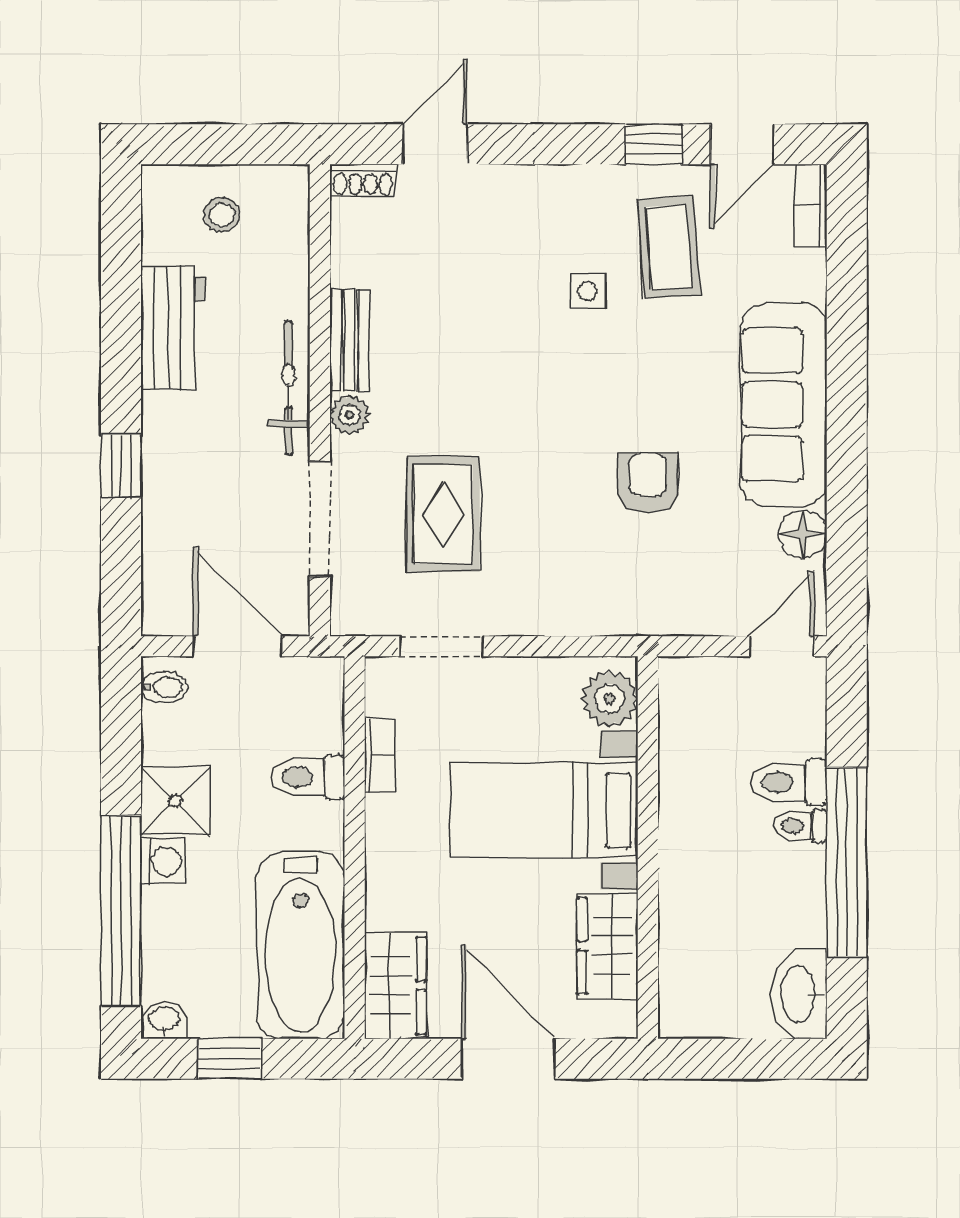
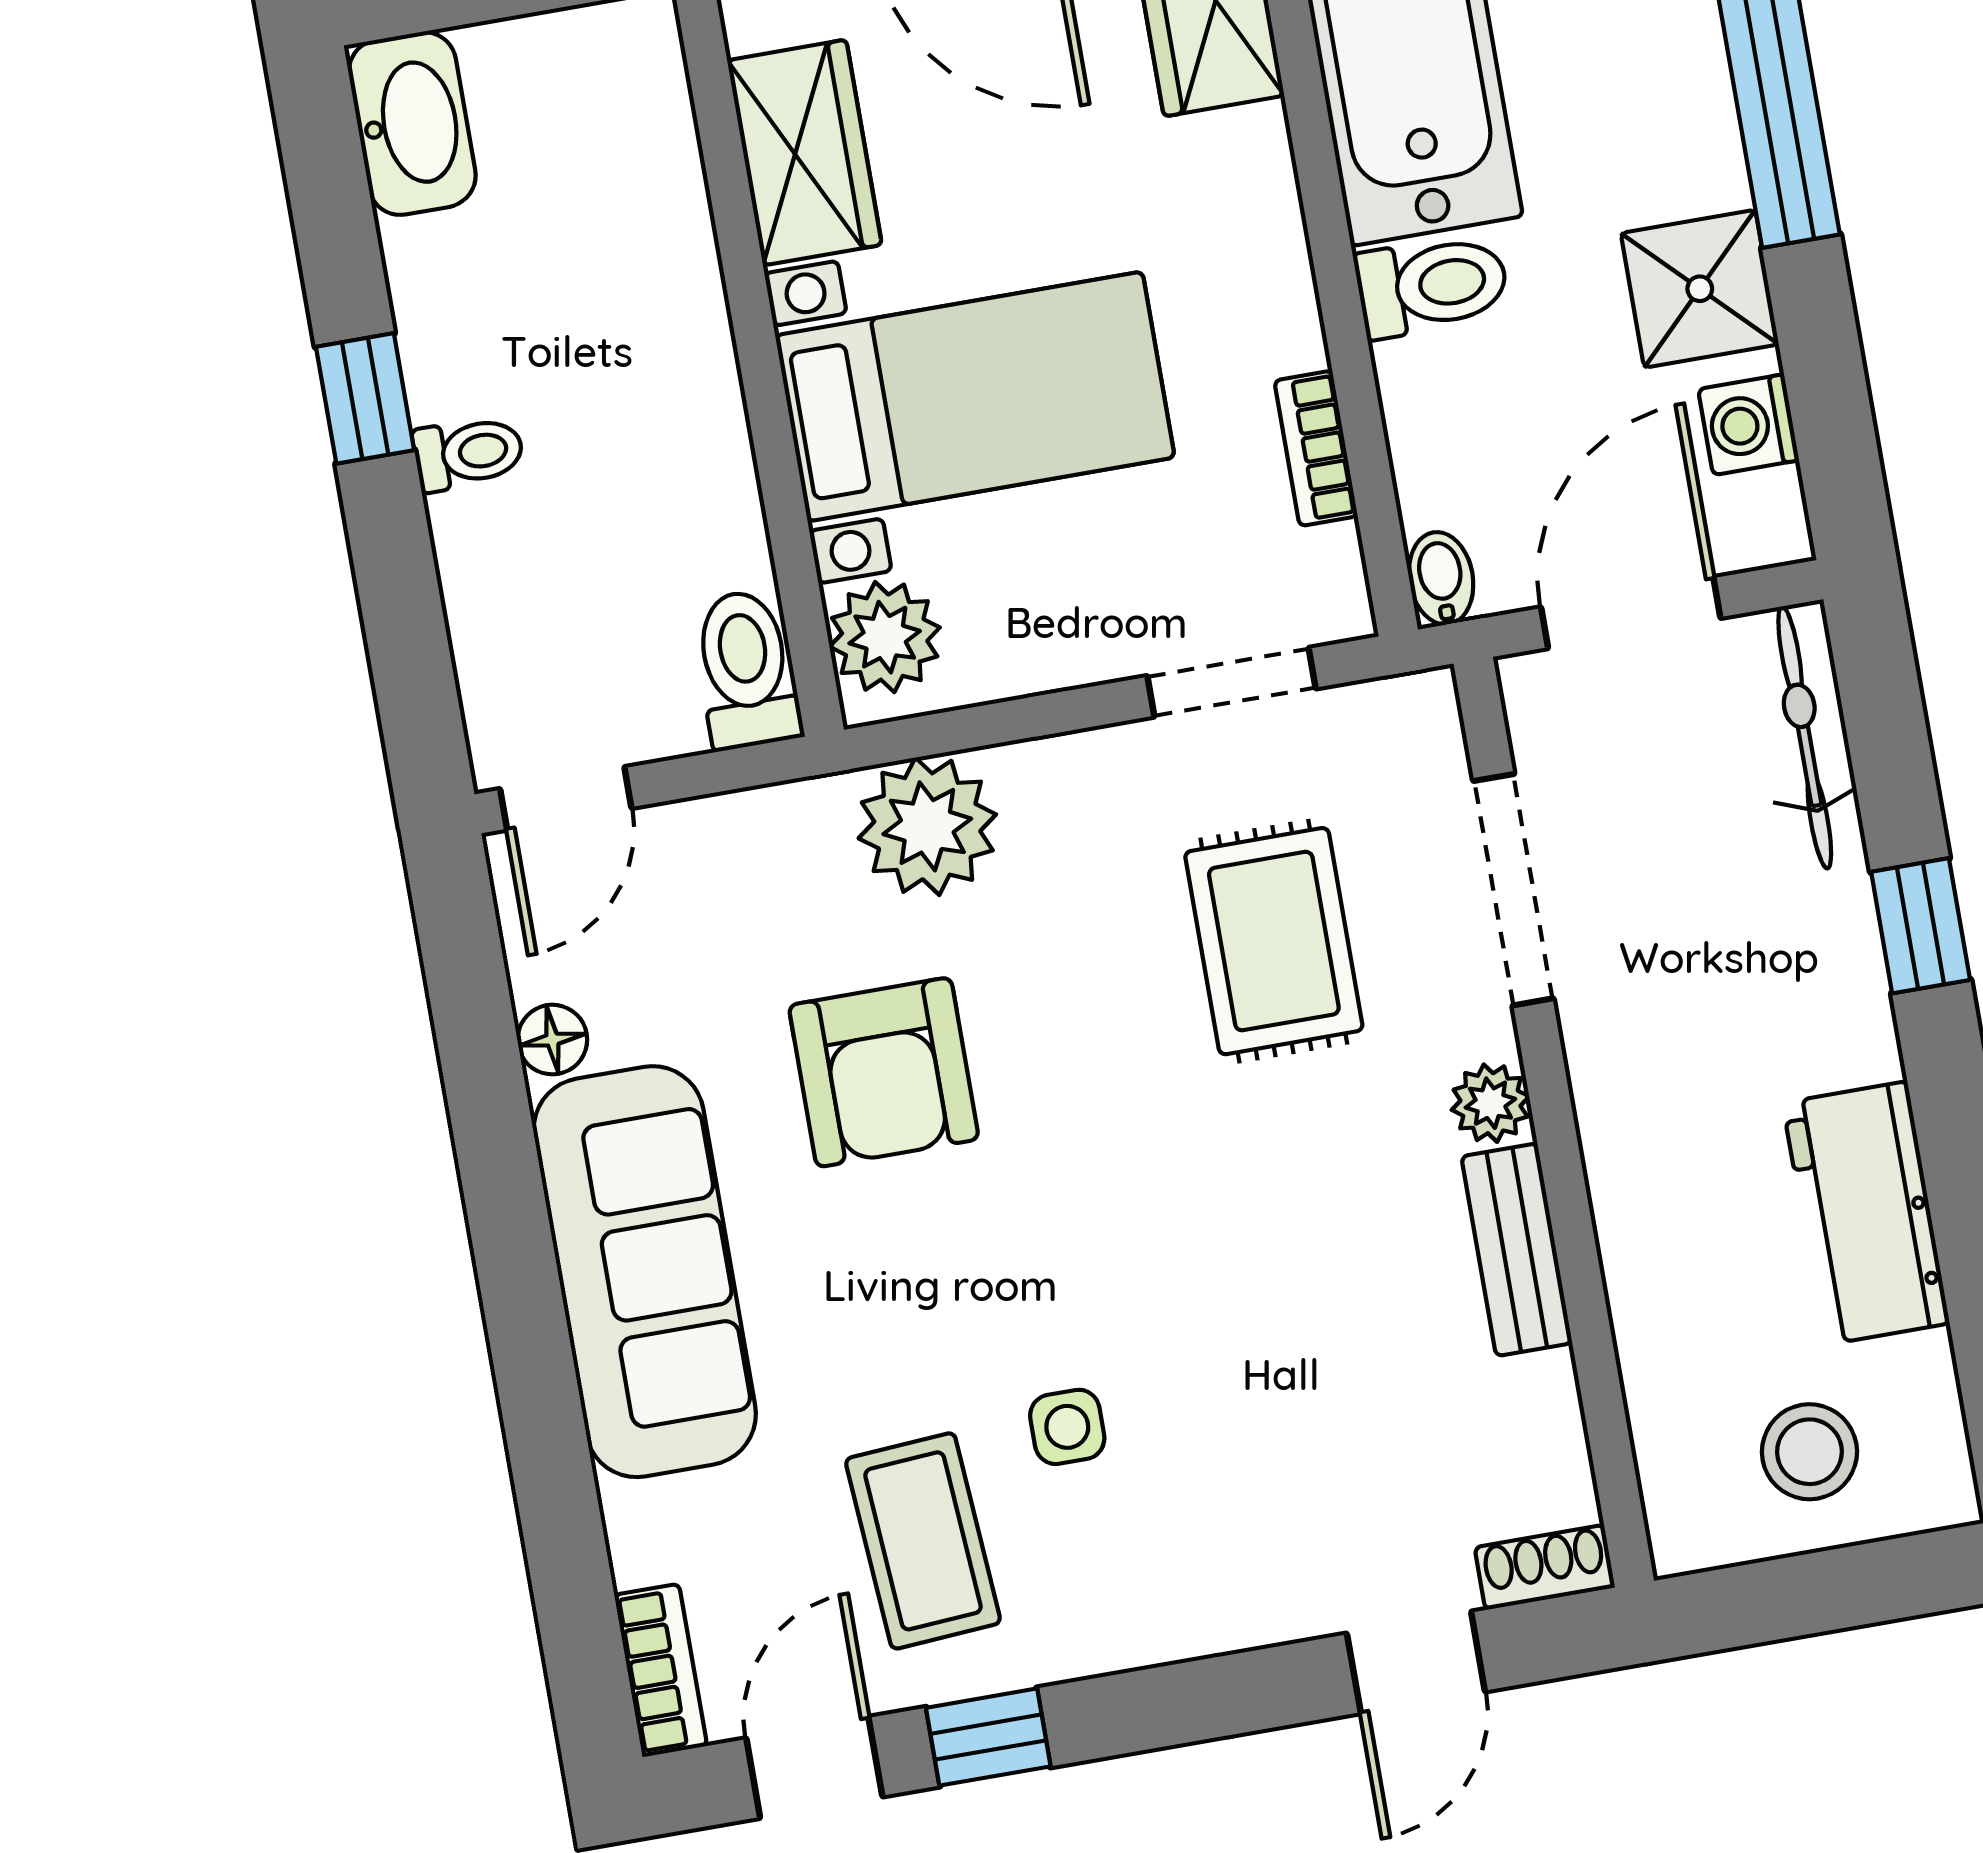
stool: (222, 215) -> (1809, 1452), width x1.37, depth x1.37
bicycle: (289, 388) -> (1805, 737), moved, turned 180
armchair: (648, 483) -> (884, 1072), width x1.38, depth x1.38
floor lamp: (803, 534) -> (552, 1040), width x0.73, depth x0.73
plant: (605, 601) -> (927, 826), added
door: (238, 646) -> (1631, 613), swing flipped
bidet: (164, 687) -> (1441, 578), moved, turned 90
toilet: (308, 777) -> (1432, 285), moved
toilet: (788, 782) -> (746, 669), moved, turned -90
washing machine: (163, 861) -> (1749, 425), moved
window: (847, 862) -> (365, 398), width x0.32

